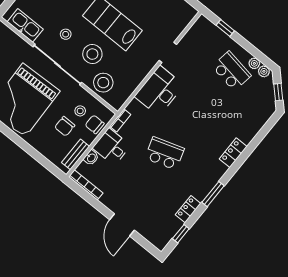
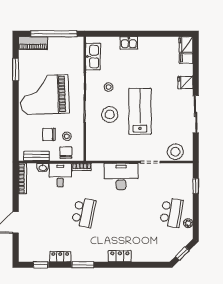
plant: (264, 71) -> (188, 234), removed
stool: (103, 83) -> (175, 152), moved
school desk: (165, 153) -> (84, 213), turned 30

